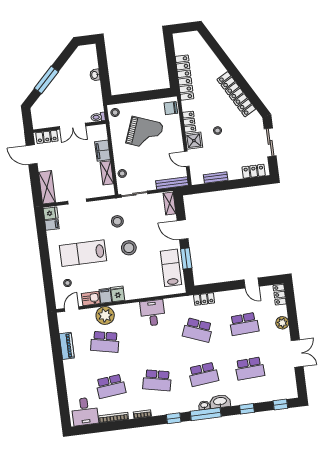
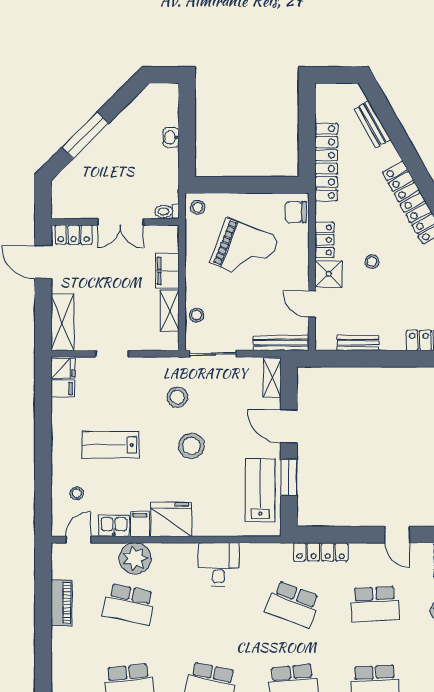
bench: (208, 53) -> (372, 124), added
lab bench: (83, 253) -> (110, 445), width x0.73, depth x0.72
fridge: (118, 294) -> (171, 519), width x1.88, depth x1.34
locker: (204, 299) -> (321, 552), width x1.53

